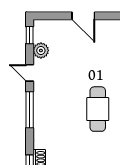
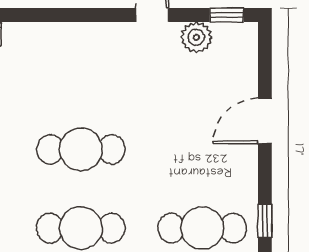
window: (30, 110) -> (80, 15), removed

